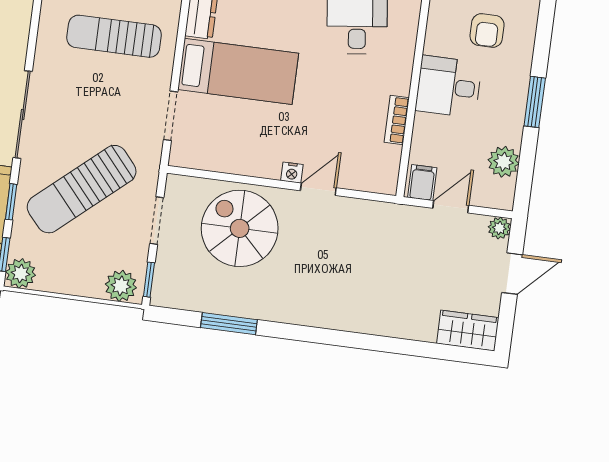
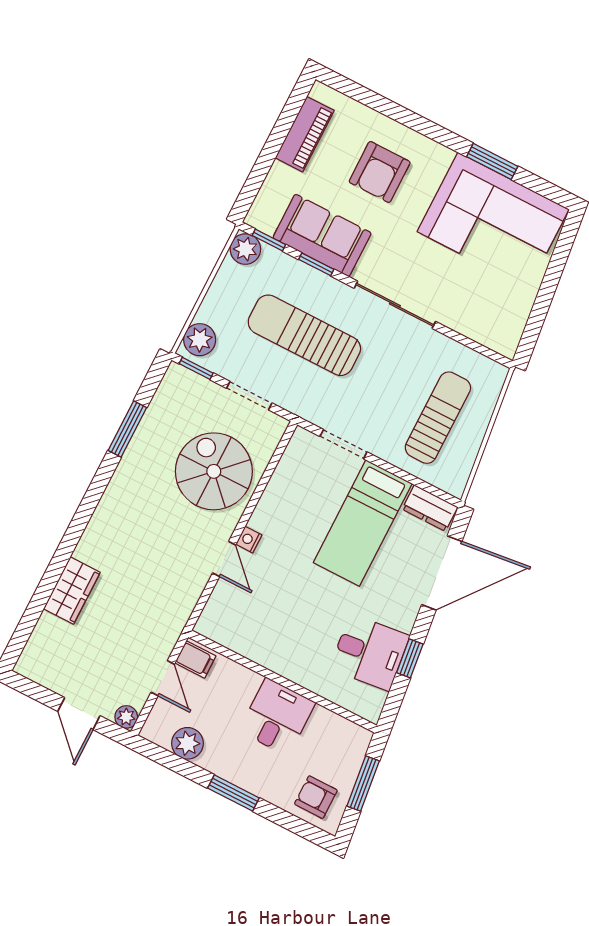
armchair: (487, 30) -> (316, 797), moved
bookcase: (397, 120) -> (263, 657), removed
sun lounger: (82, 189) -> (304, 335), turned -49
spiral stairs: (240, 228) -> (214, 471), turned -90
wardrobe: (468, 331) -> (72, 591), moved

